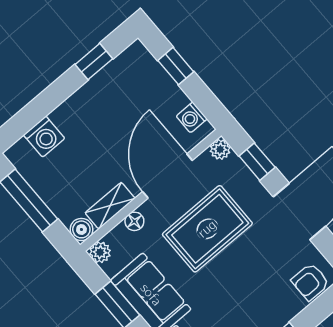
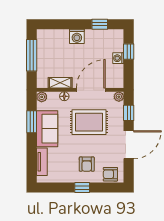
washing machine: (192, 118) -> (118, 58), moved
washing machine: (44, 137) -> (77, 36), moved
boiler: (81, 229) -> (42, 83), removed
armchair: (260, 297) -> (87, 164), added

